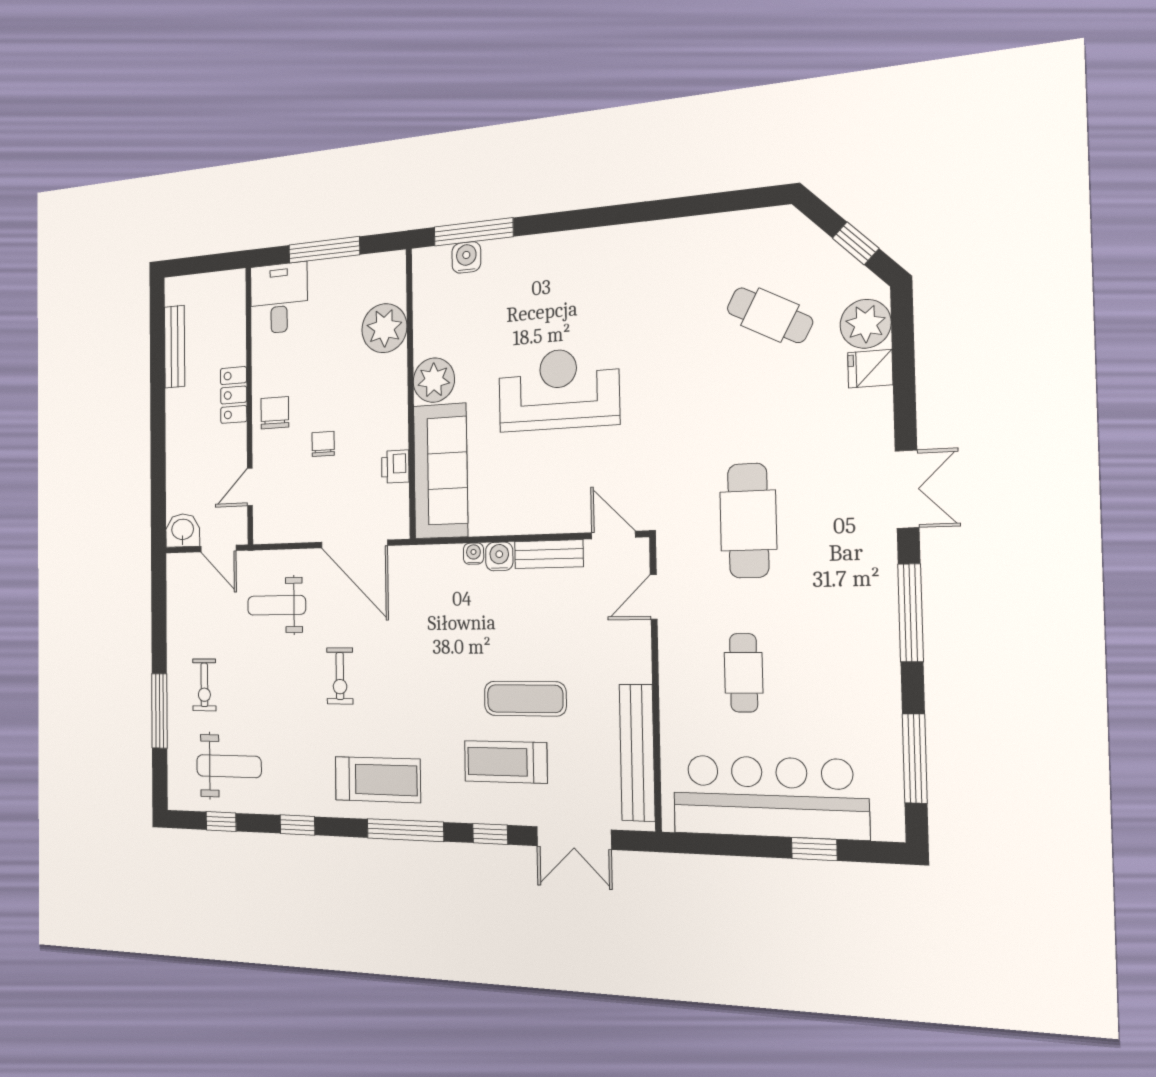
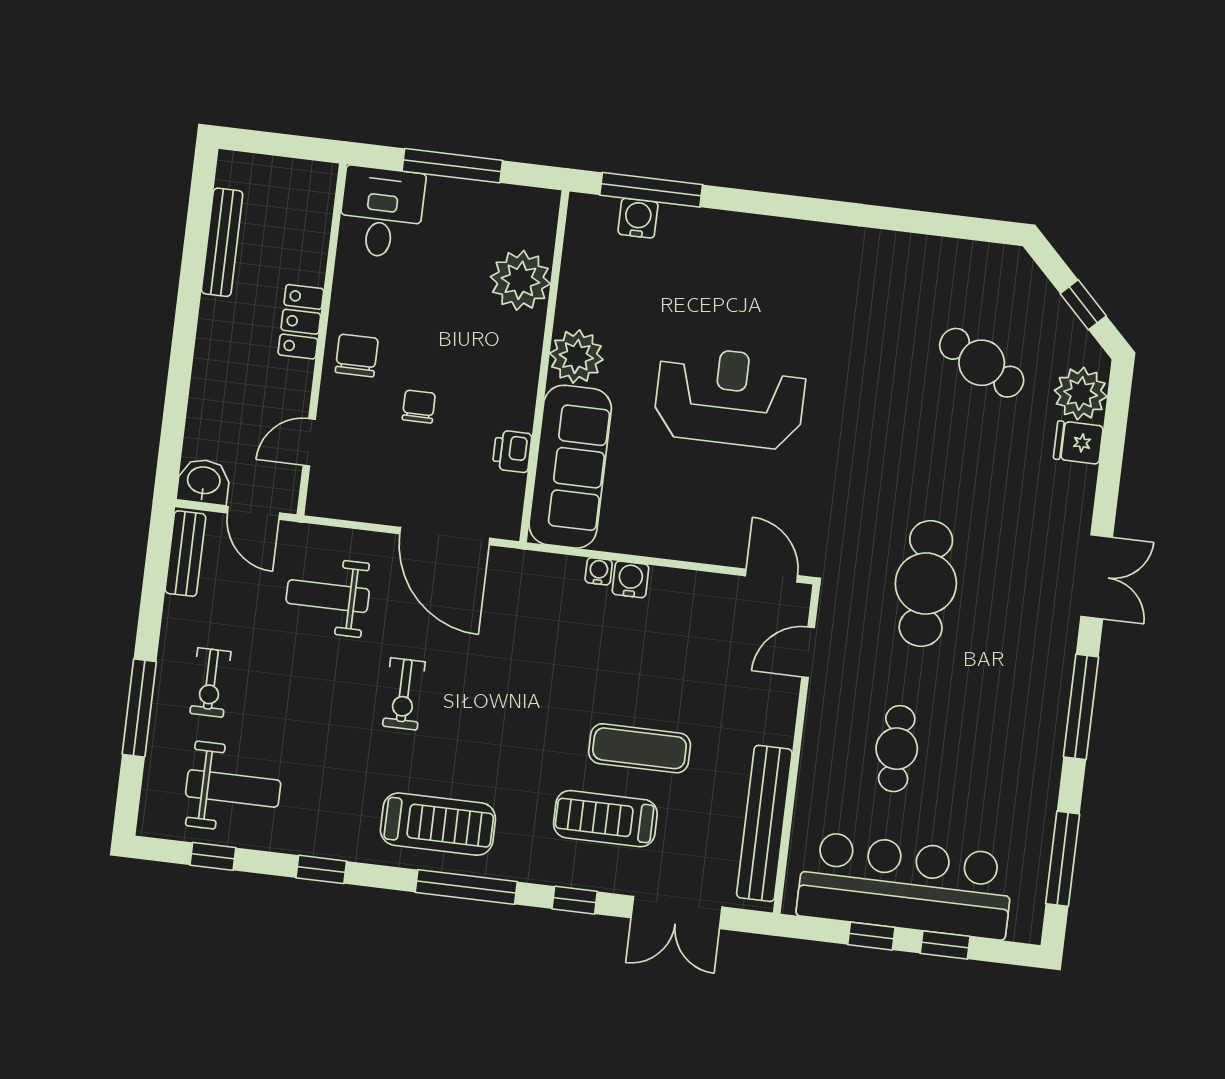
bench: (549, 554) -> (185, 554), moved, turned 90
window: (745, 846) -> (871, 936), added

